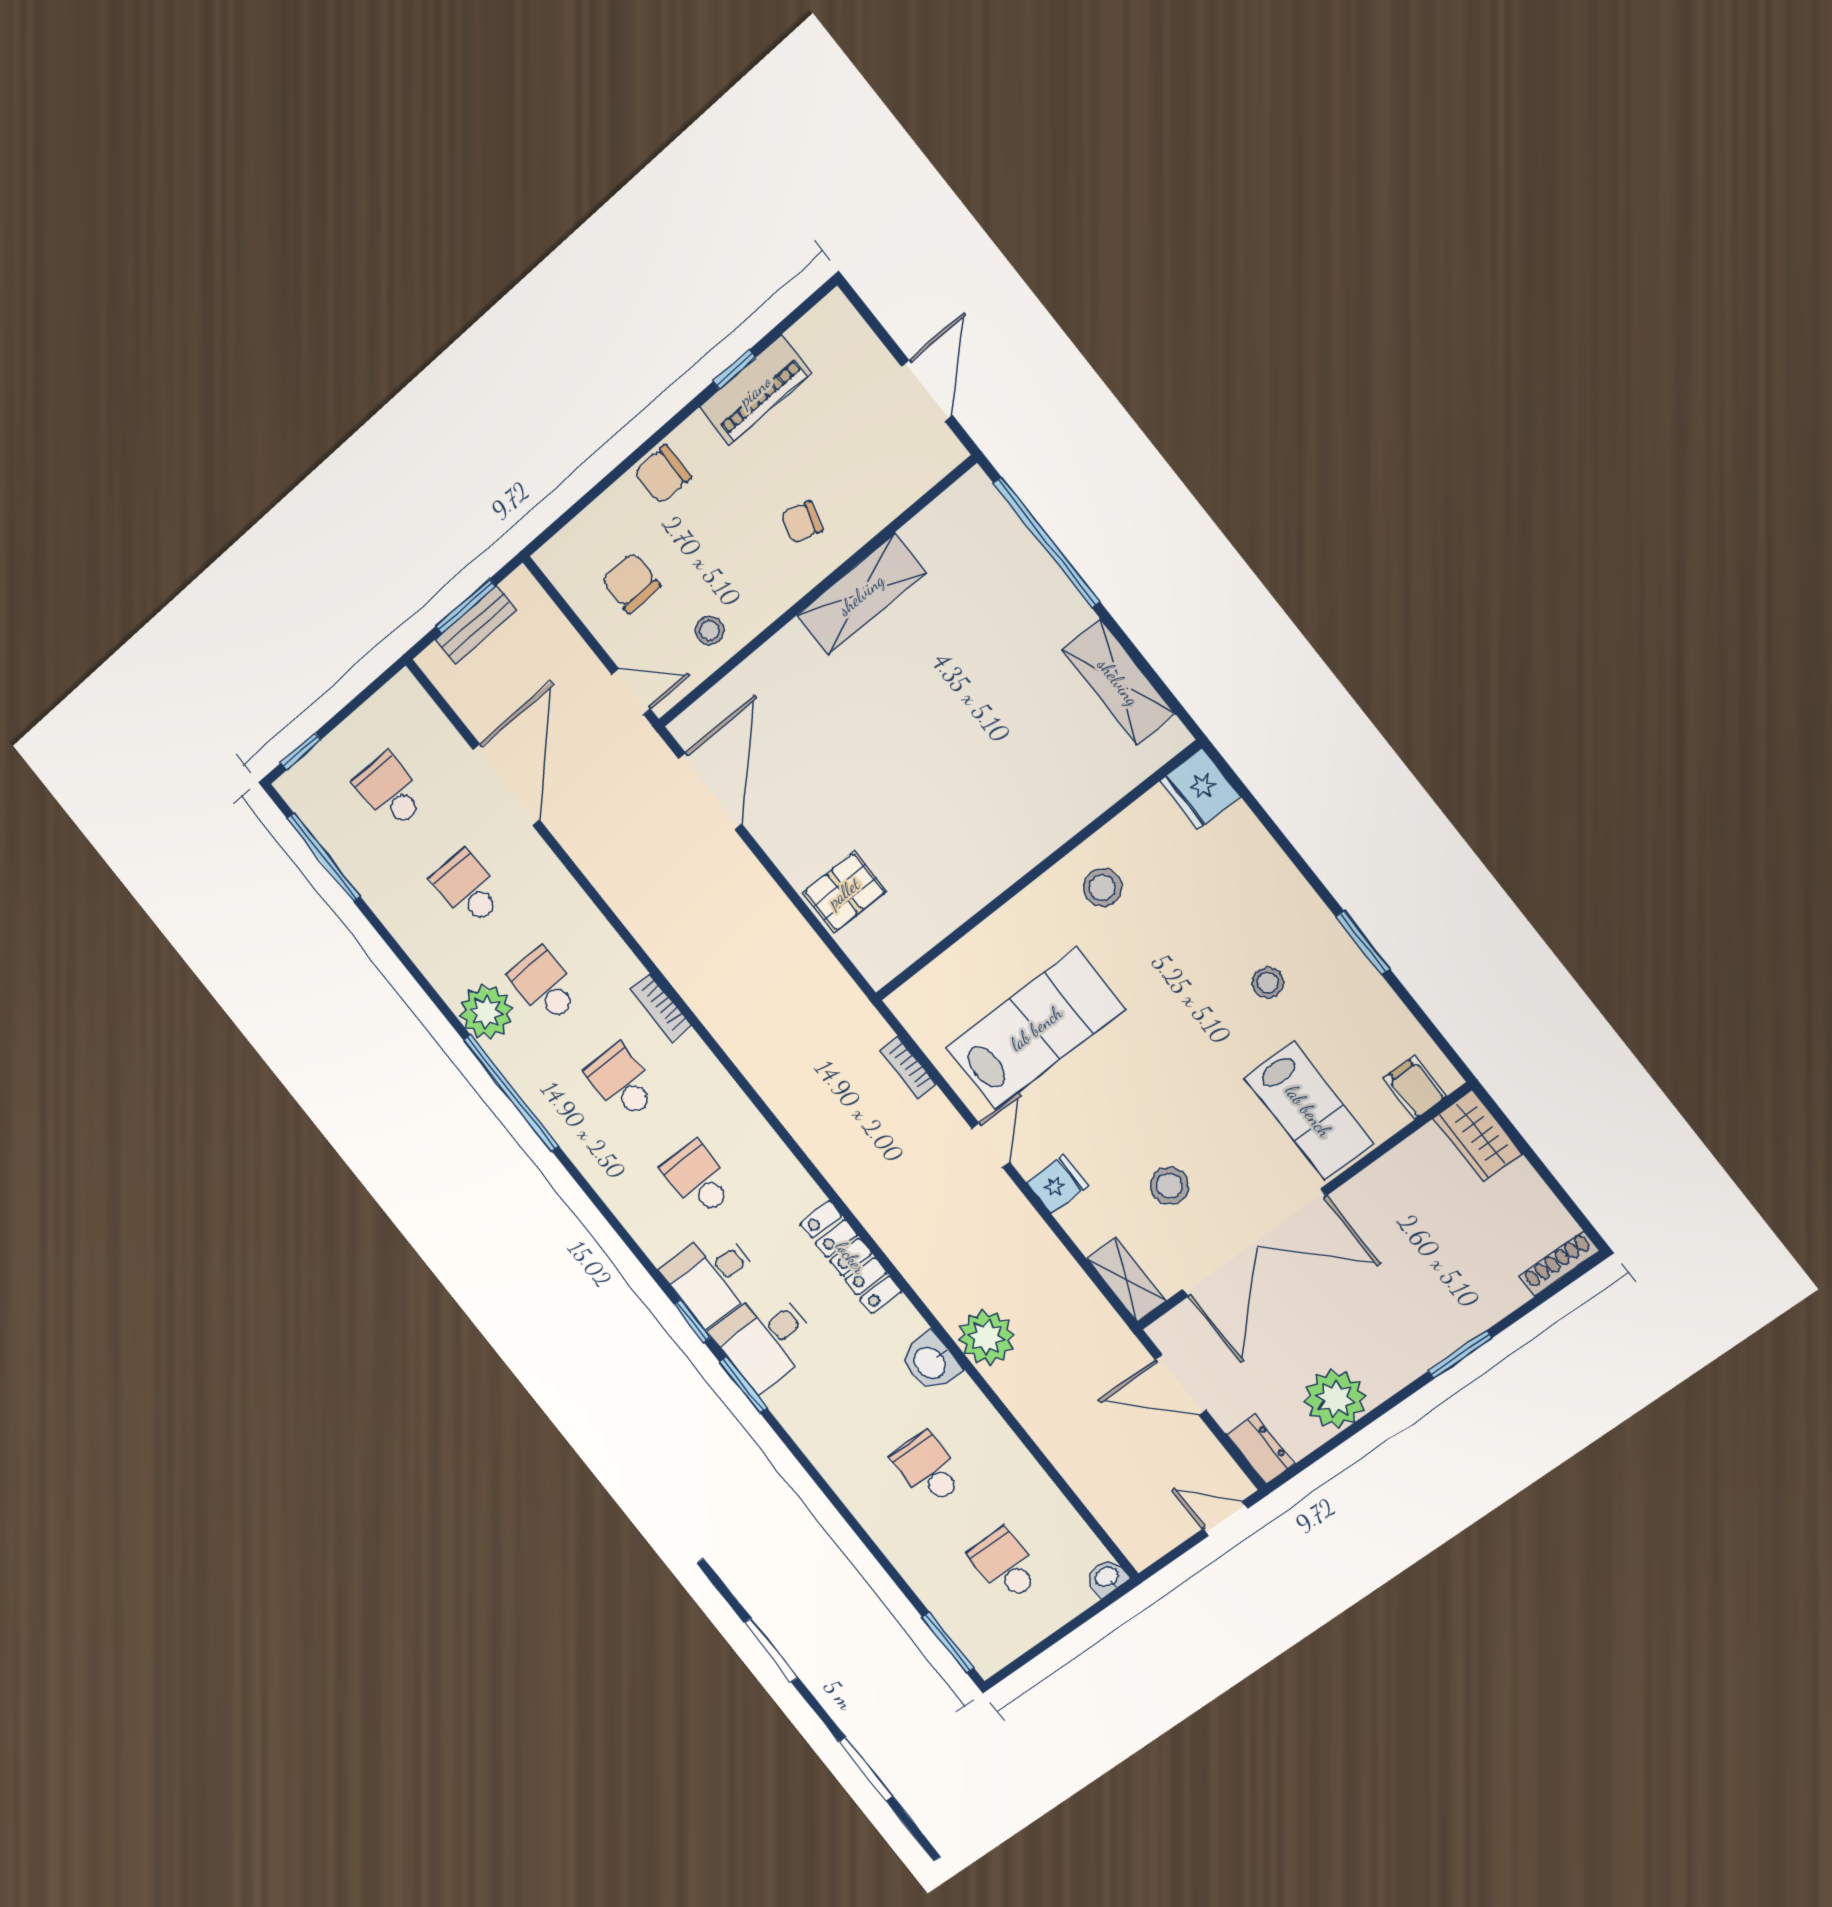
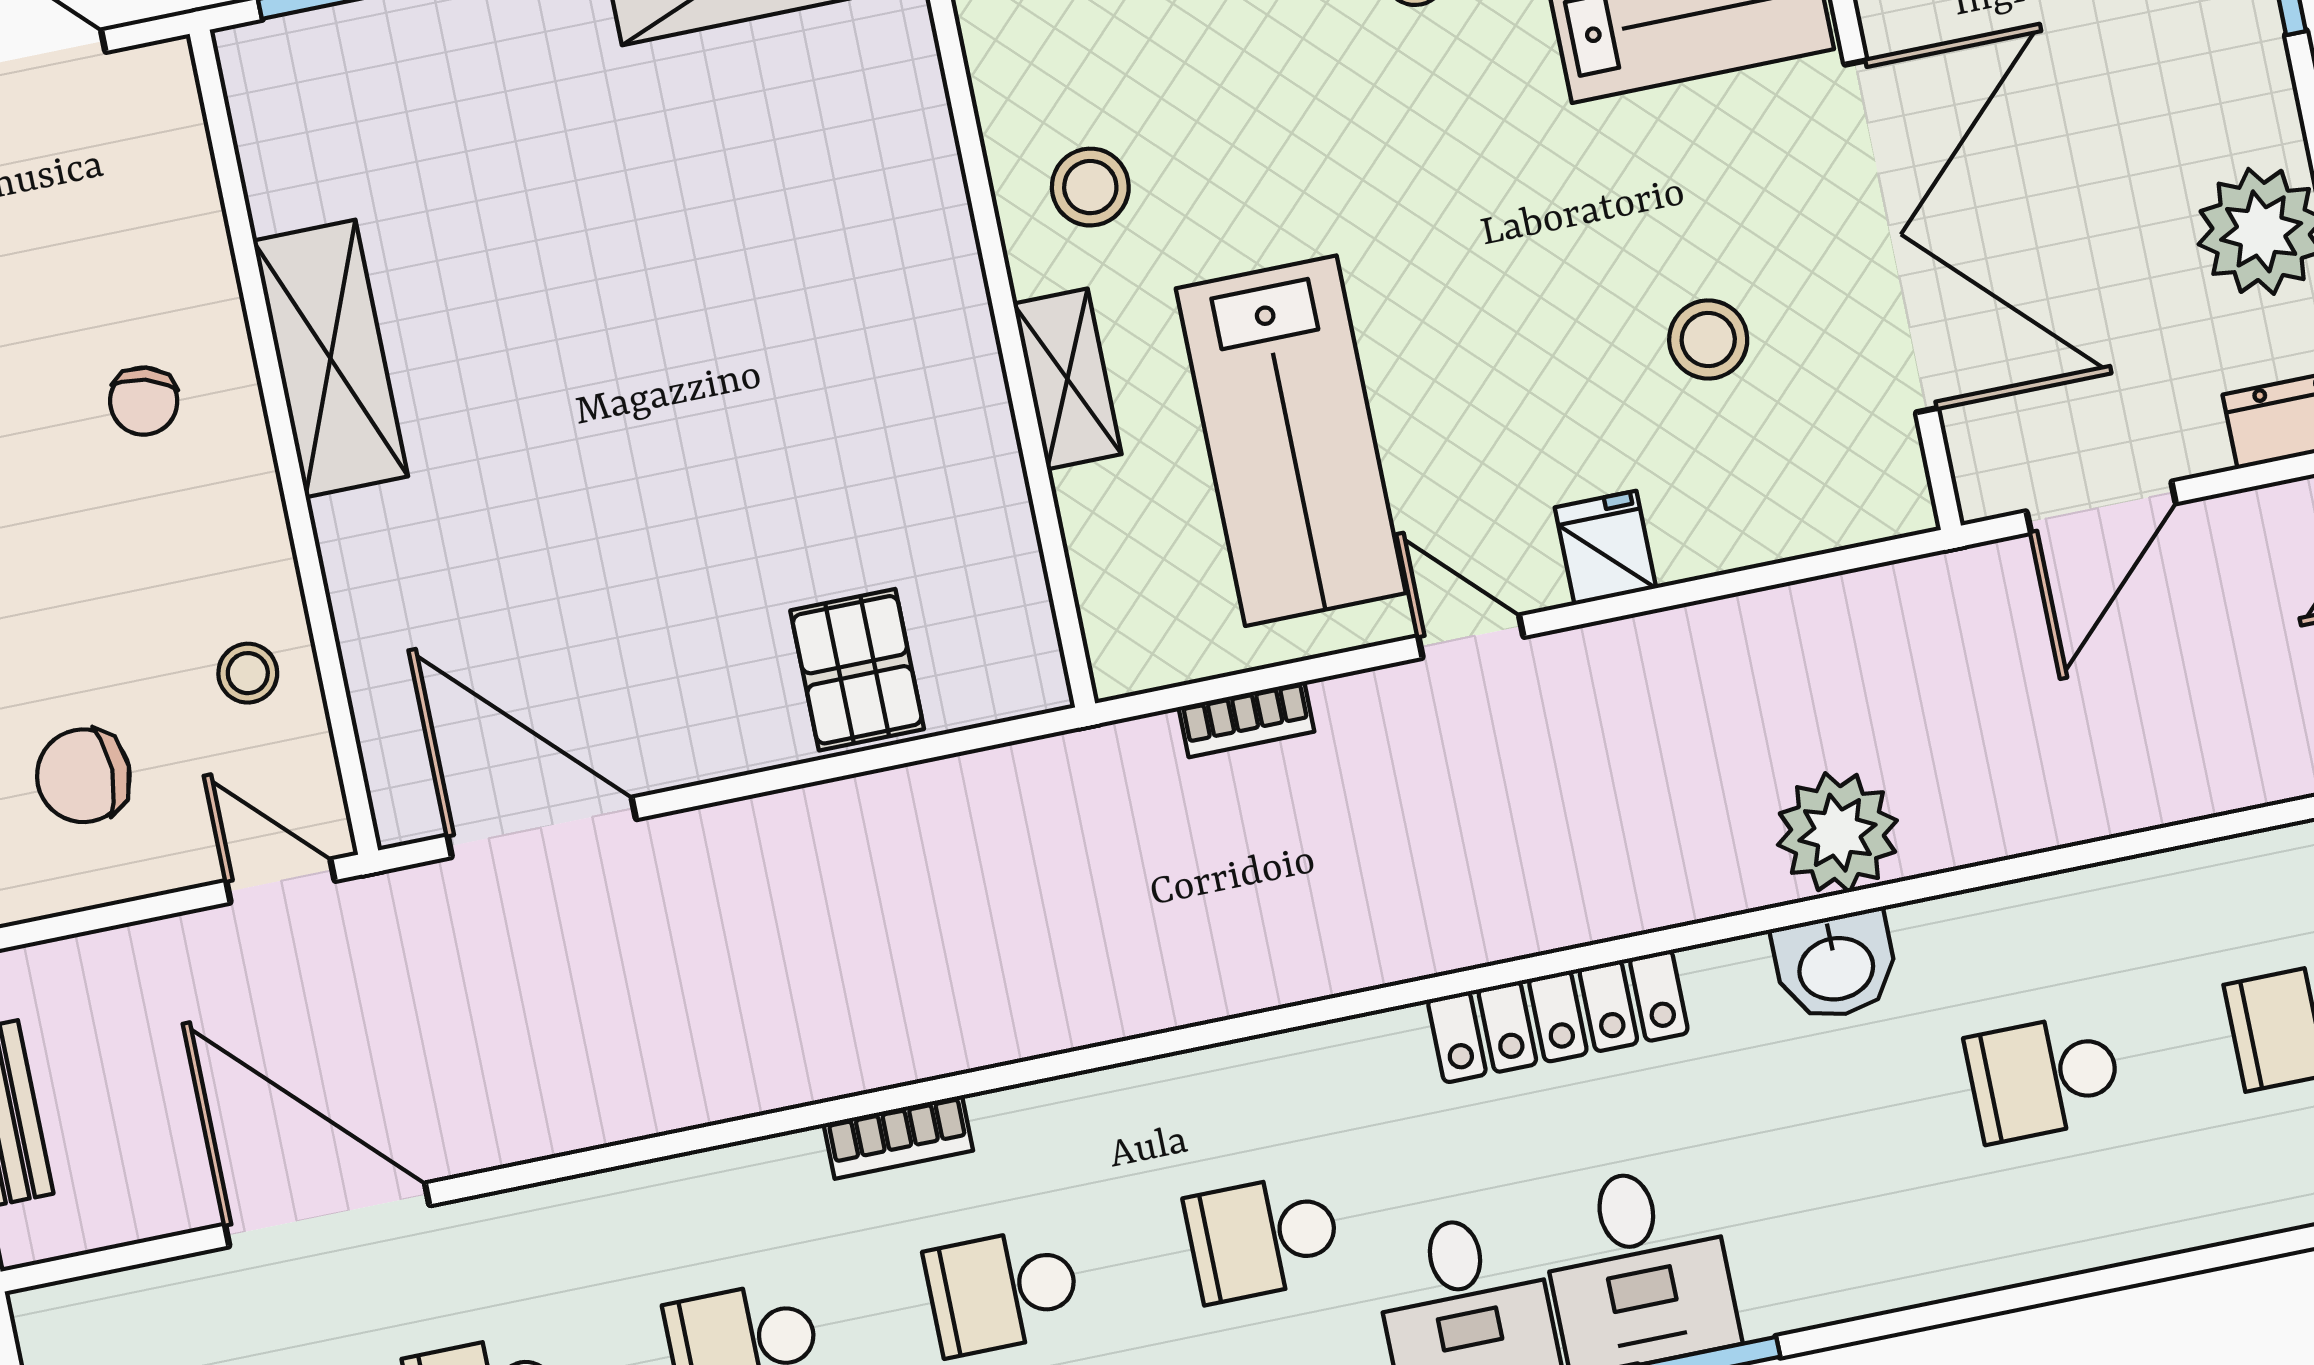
door: (631, 692) -> (281, 881), hinge flipped
lab bench: (1036, 1028) -> (1291, 441), turned 180
shelving: (1126, 1280) -> (1067, 379), moved, turned 90

